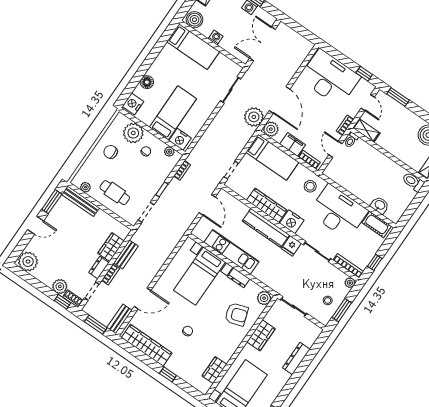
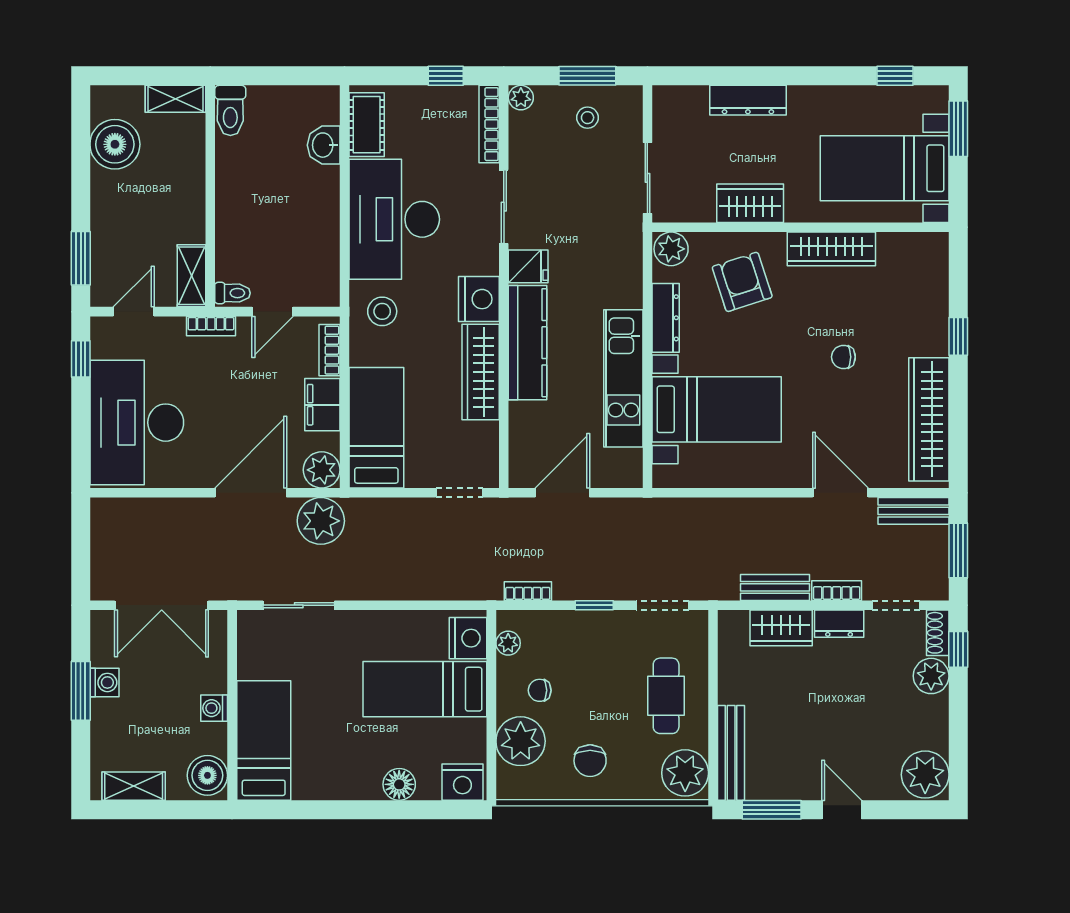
plant: (85, 187) -> (685, 773), width x1.88, depth x1.88
dresser: (239, 278) -> (666, 318), width x1.44
wardrobe: (214, 370) -> (831, 249), moved, width x1.50

